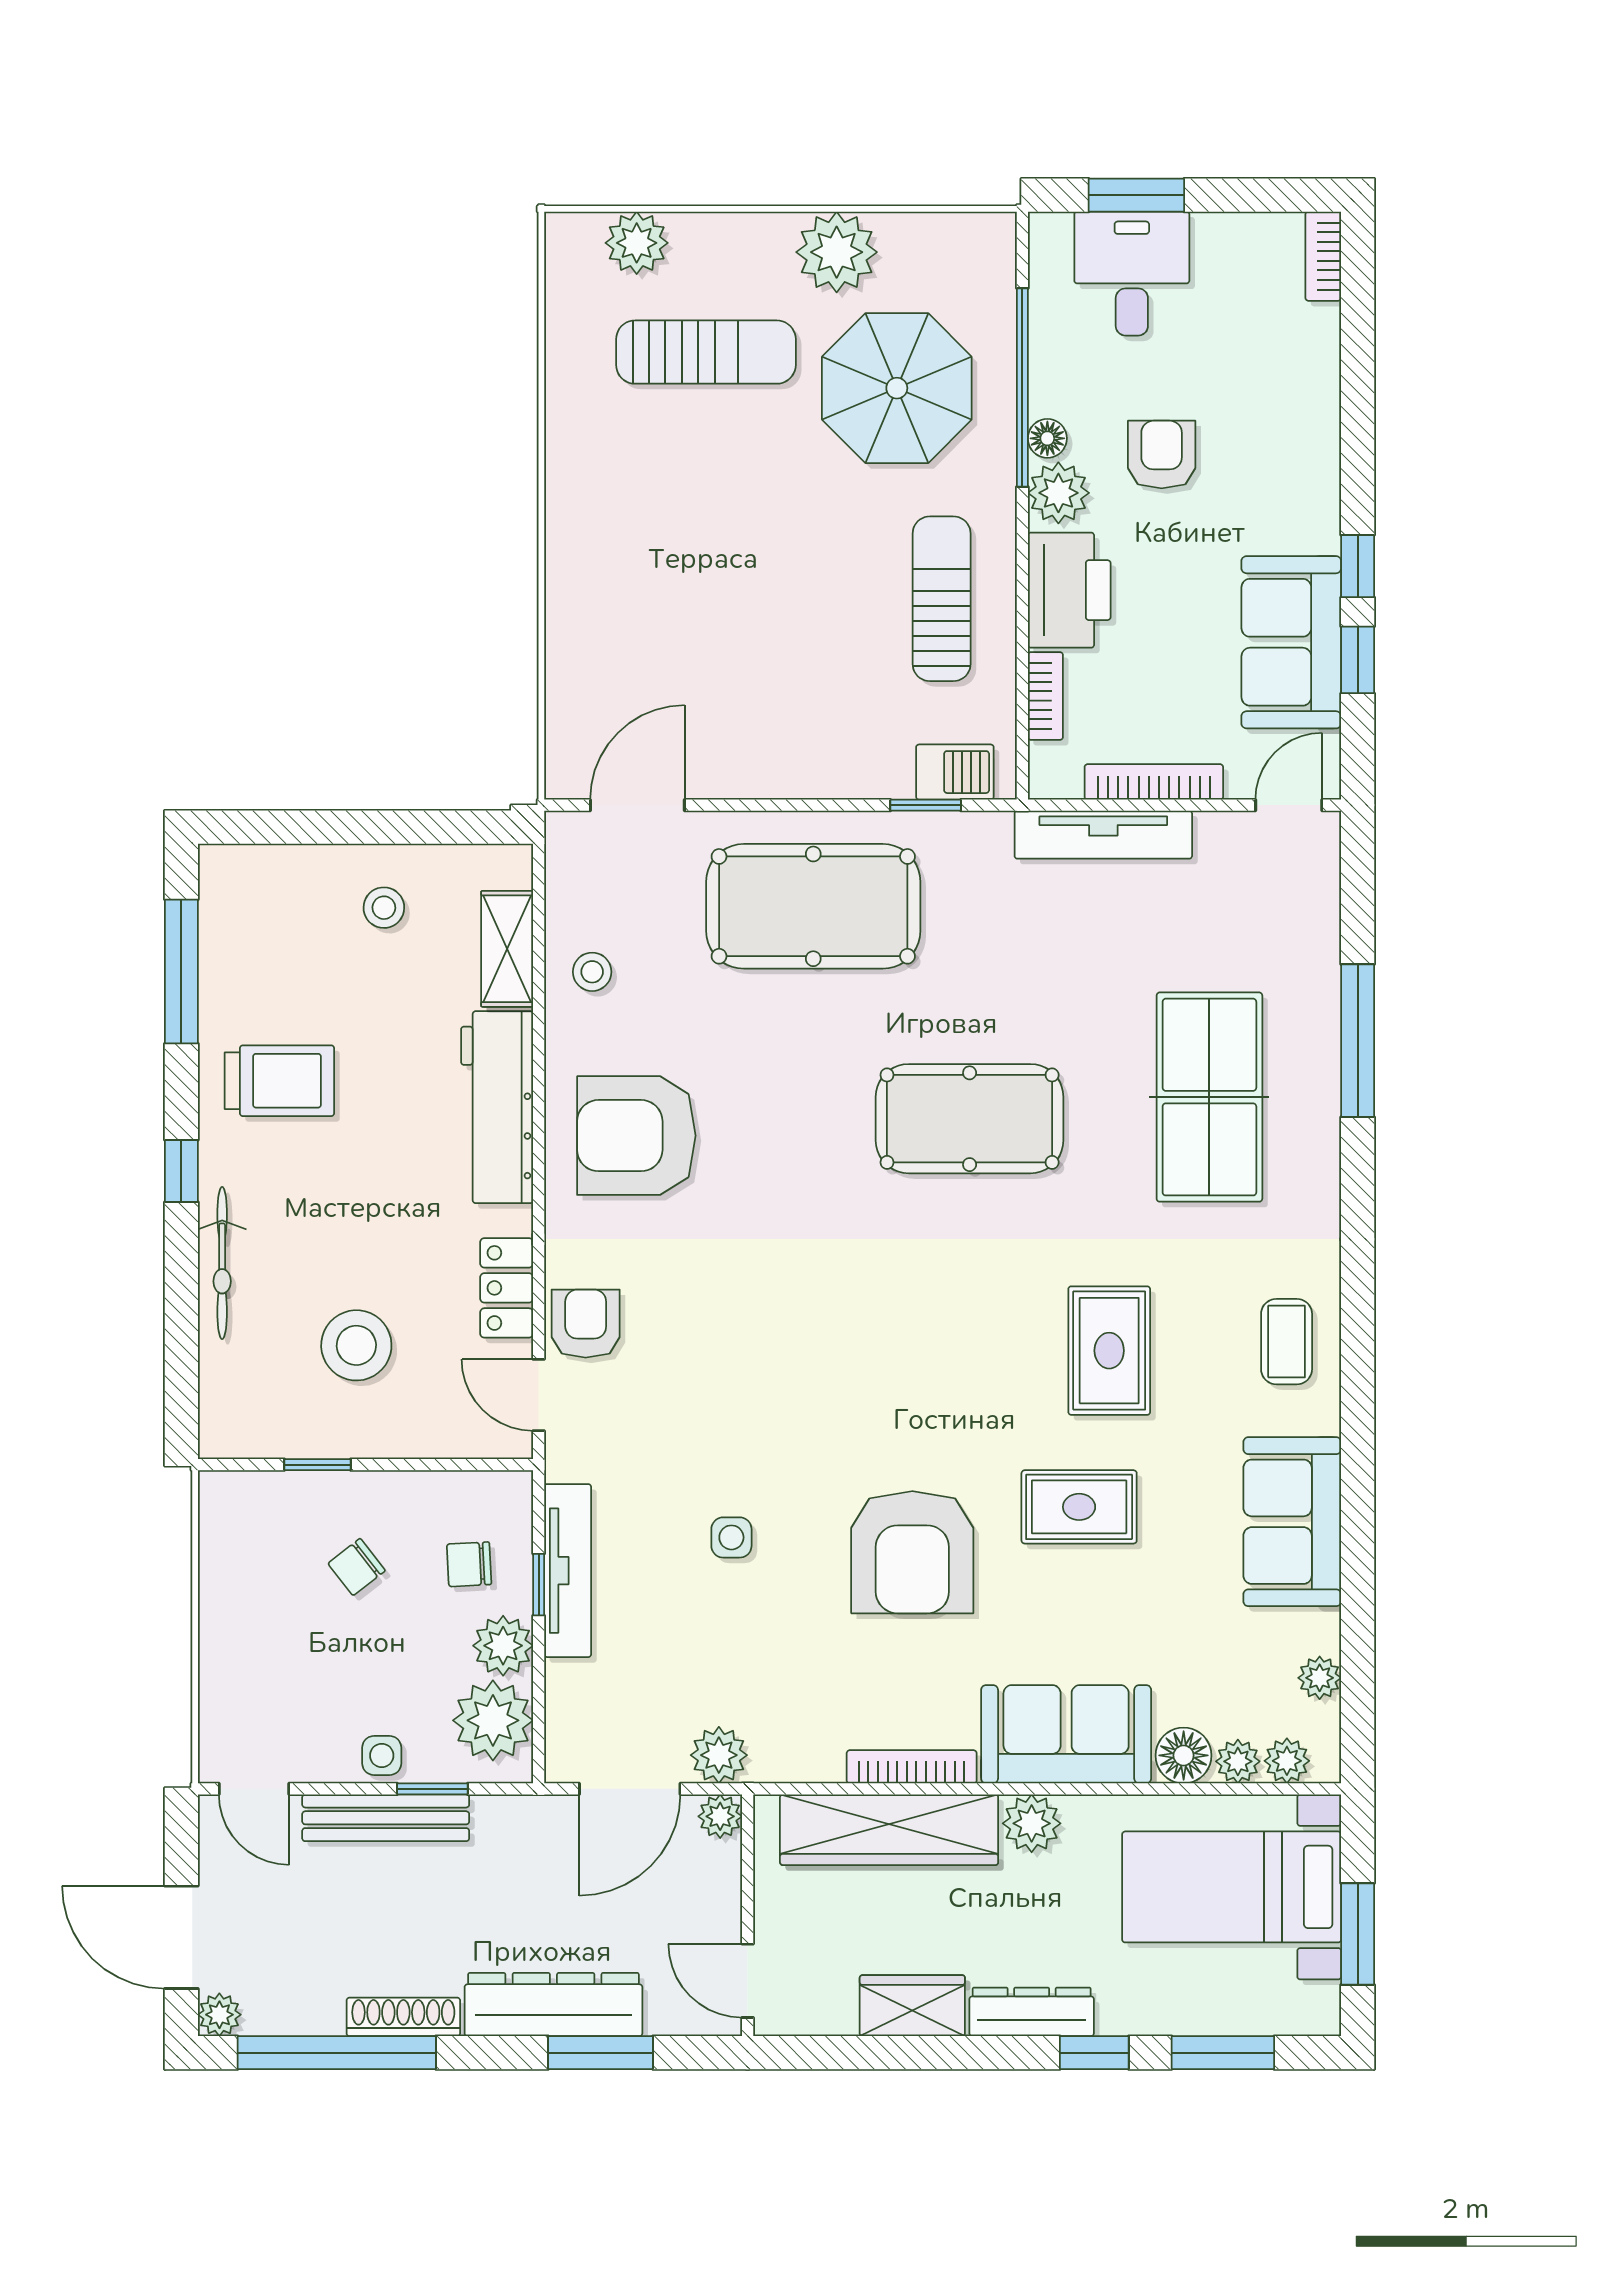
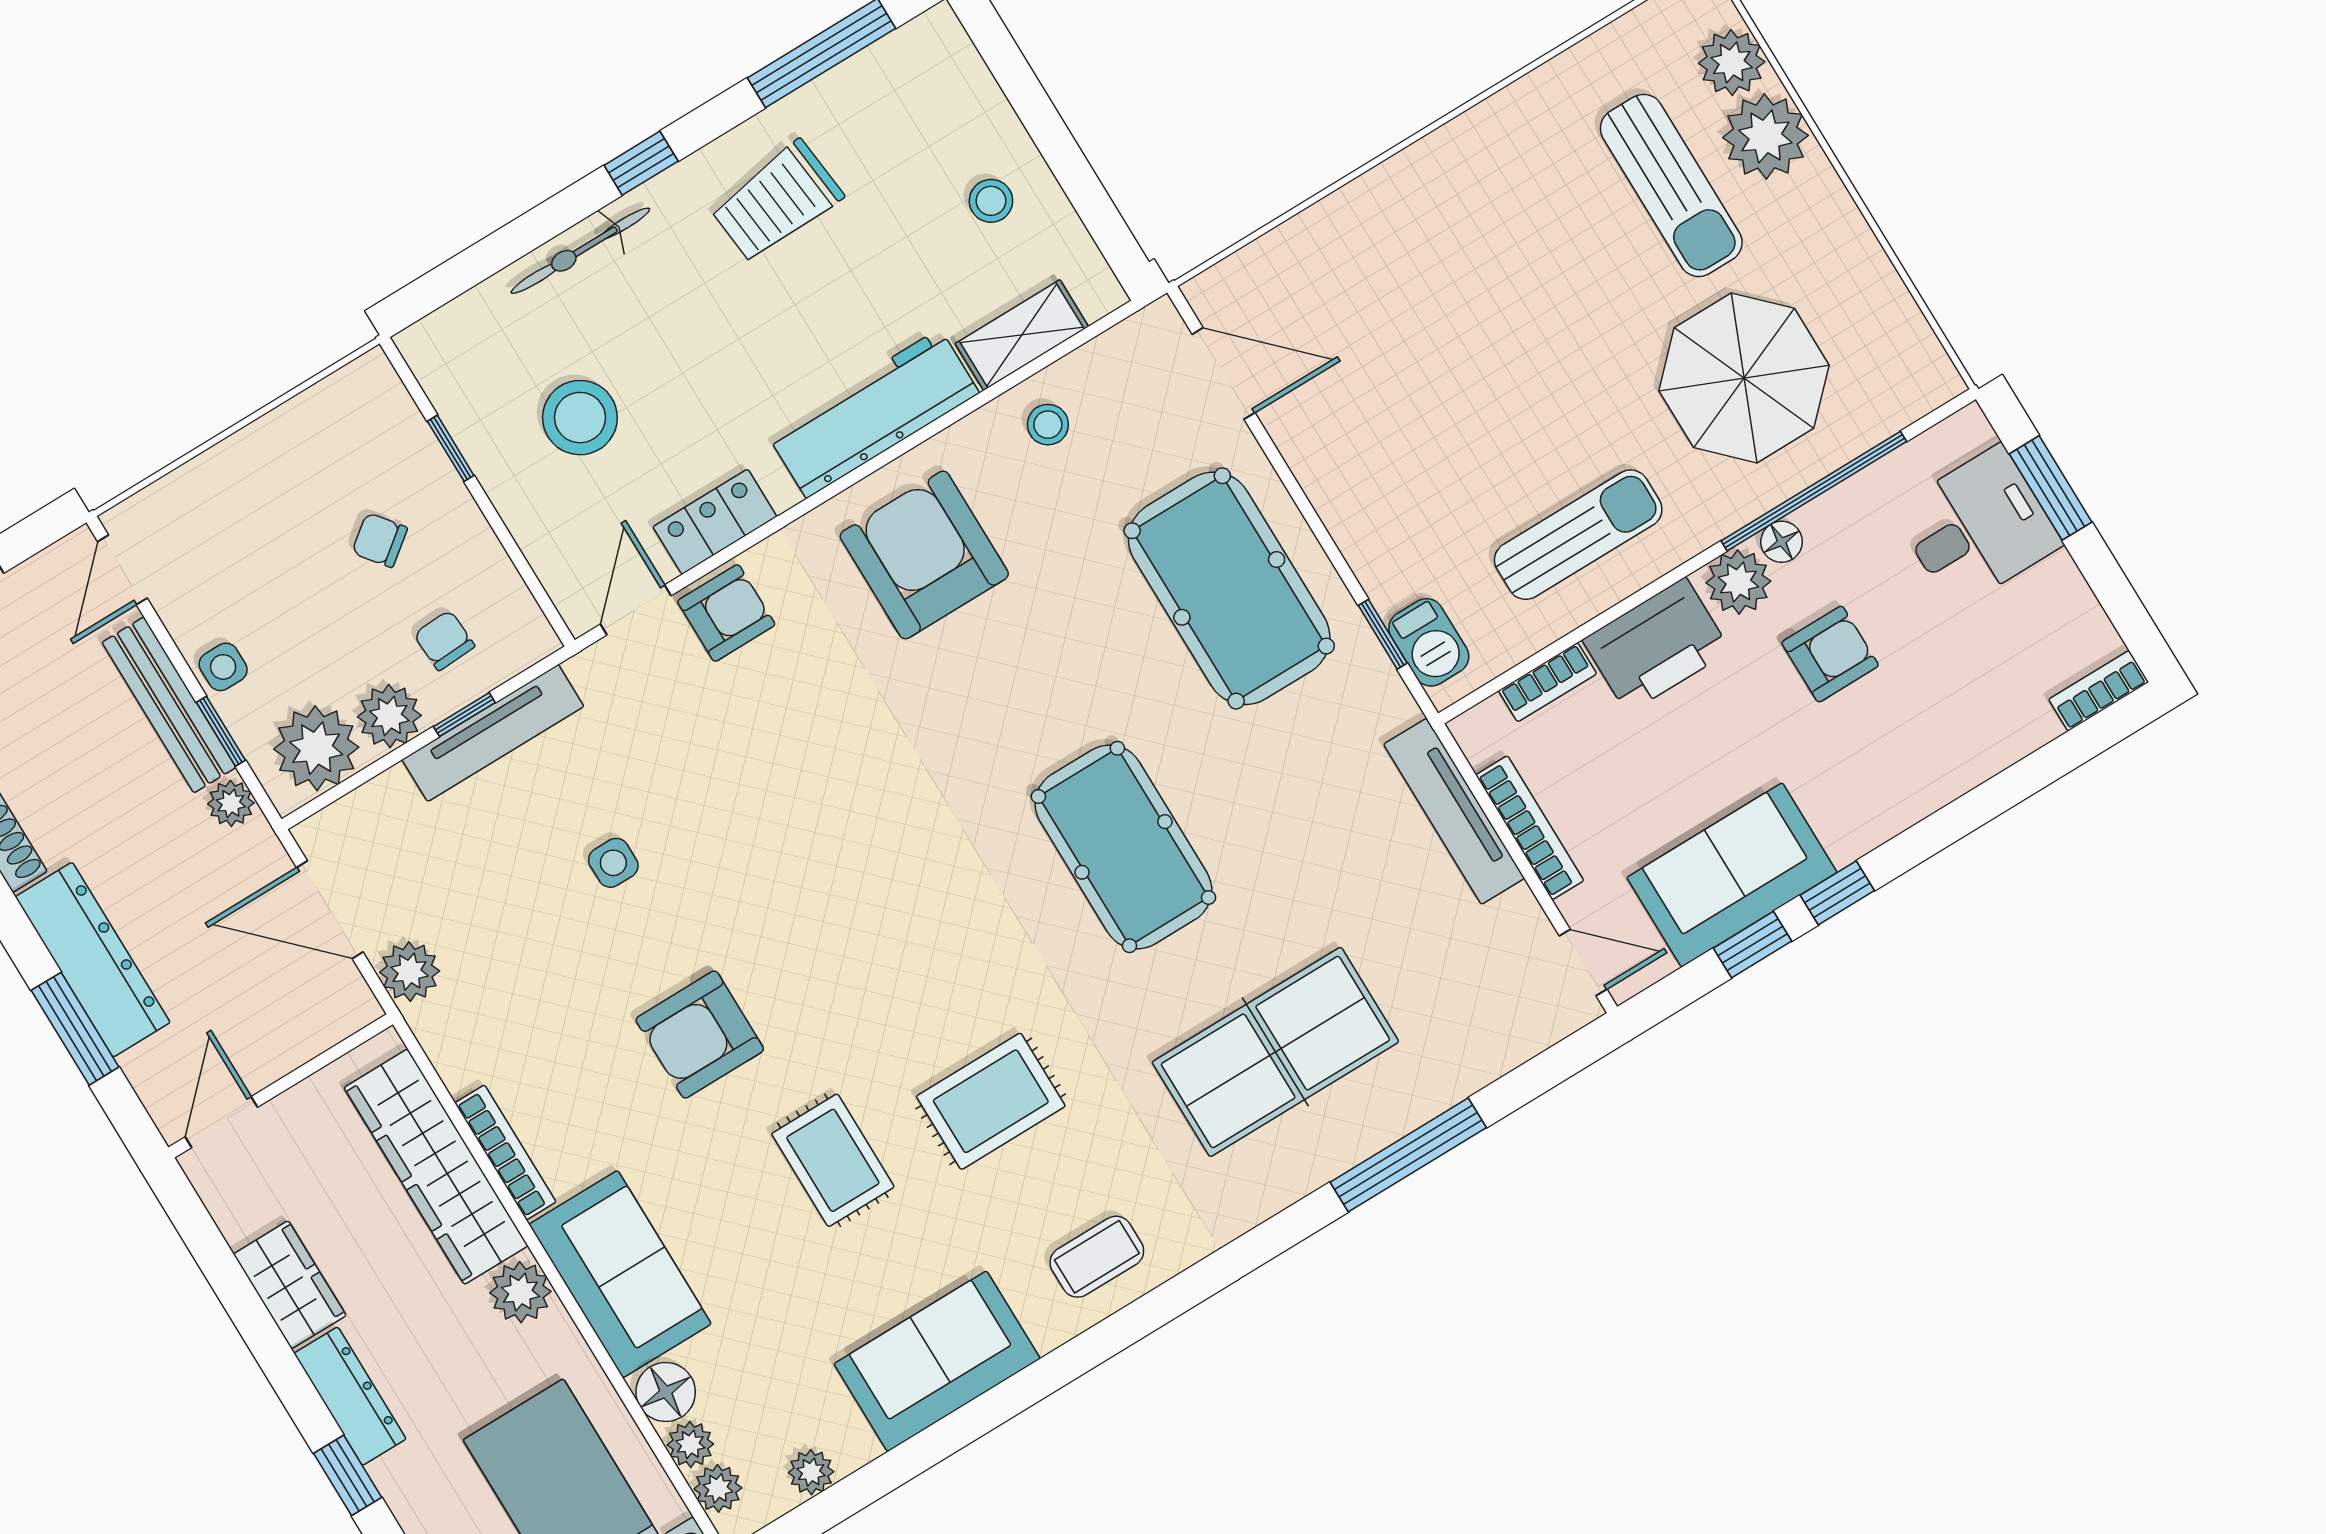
plant: (837, 252) -> (1765, 137), moved
trolley: (279, 1081) -> (777, 202), turned 84
armchair: (912, 1552) -> (700, 1034), width x0.73, depth x0.73
plant: (720, 1816) -> (231, 803), moved

